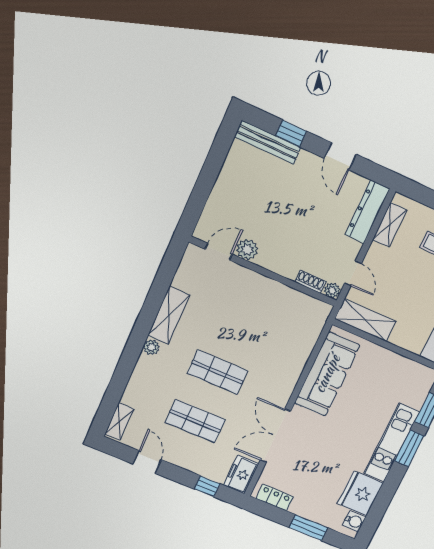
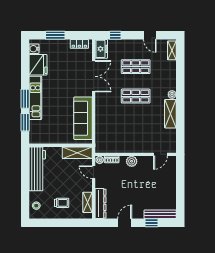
door: (340, 156) -> (125, 223), hinge flipped
plant: (247, 250) -> (132, 161), moved

